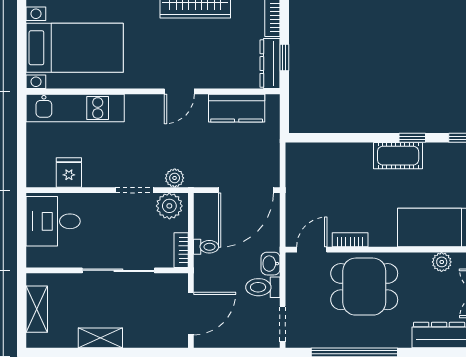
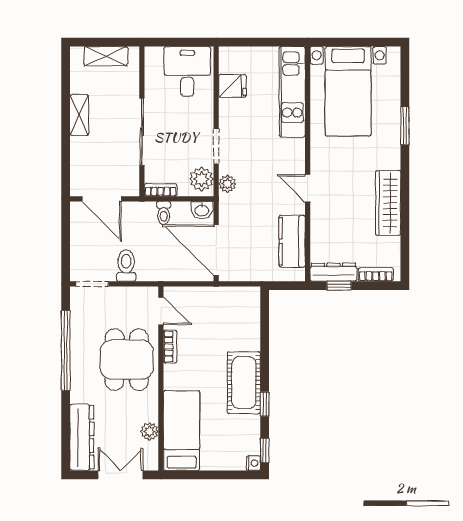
cot: (398, 156) -> (244, 383), width x1.37, depth x1.34
washbasin: (271, 264) -> (202, 210), moved, turned 180

